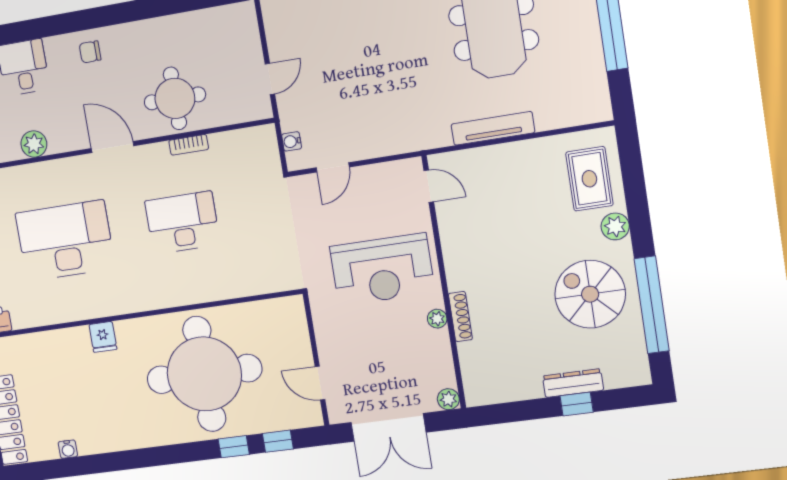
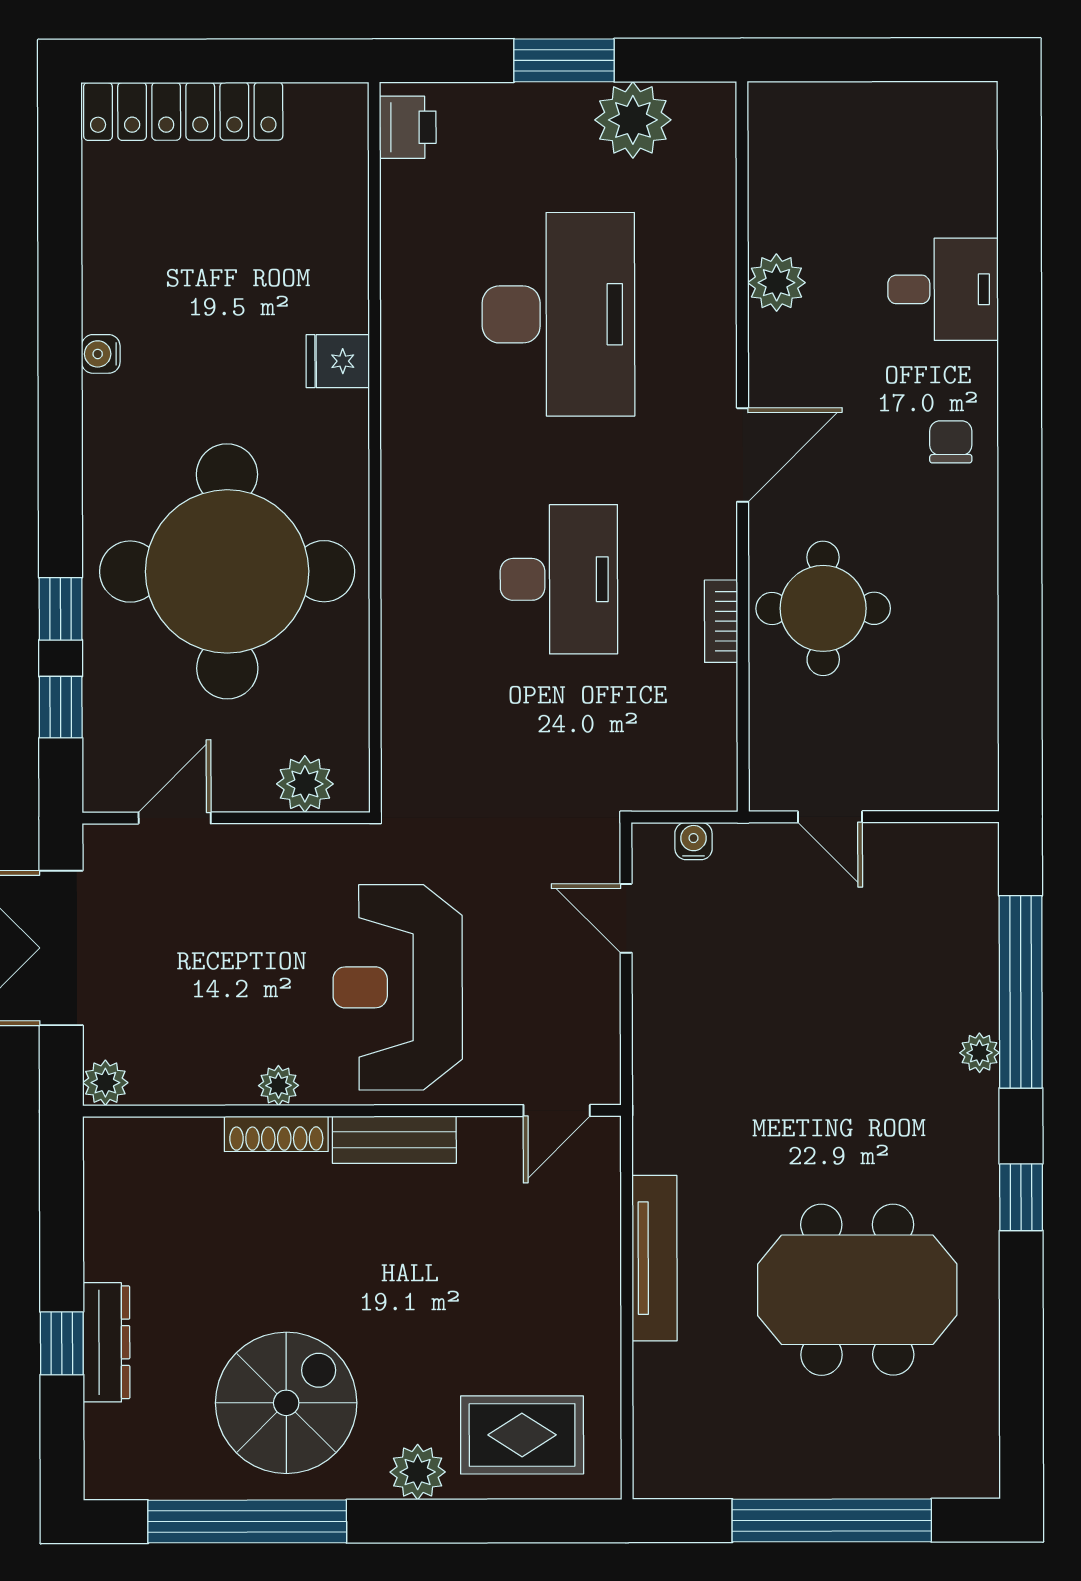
bench: (455, 261) -> (394, 1140), added
plant: (295, 326) -> (305, 784), added
water cooler: (68, 449) -> (101, 354), moved

